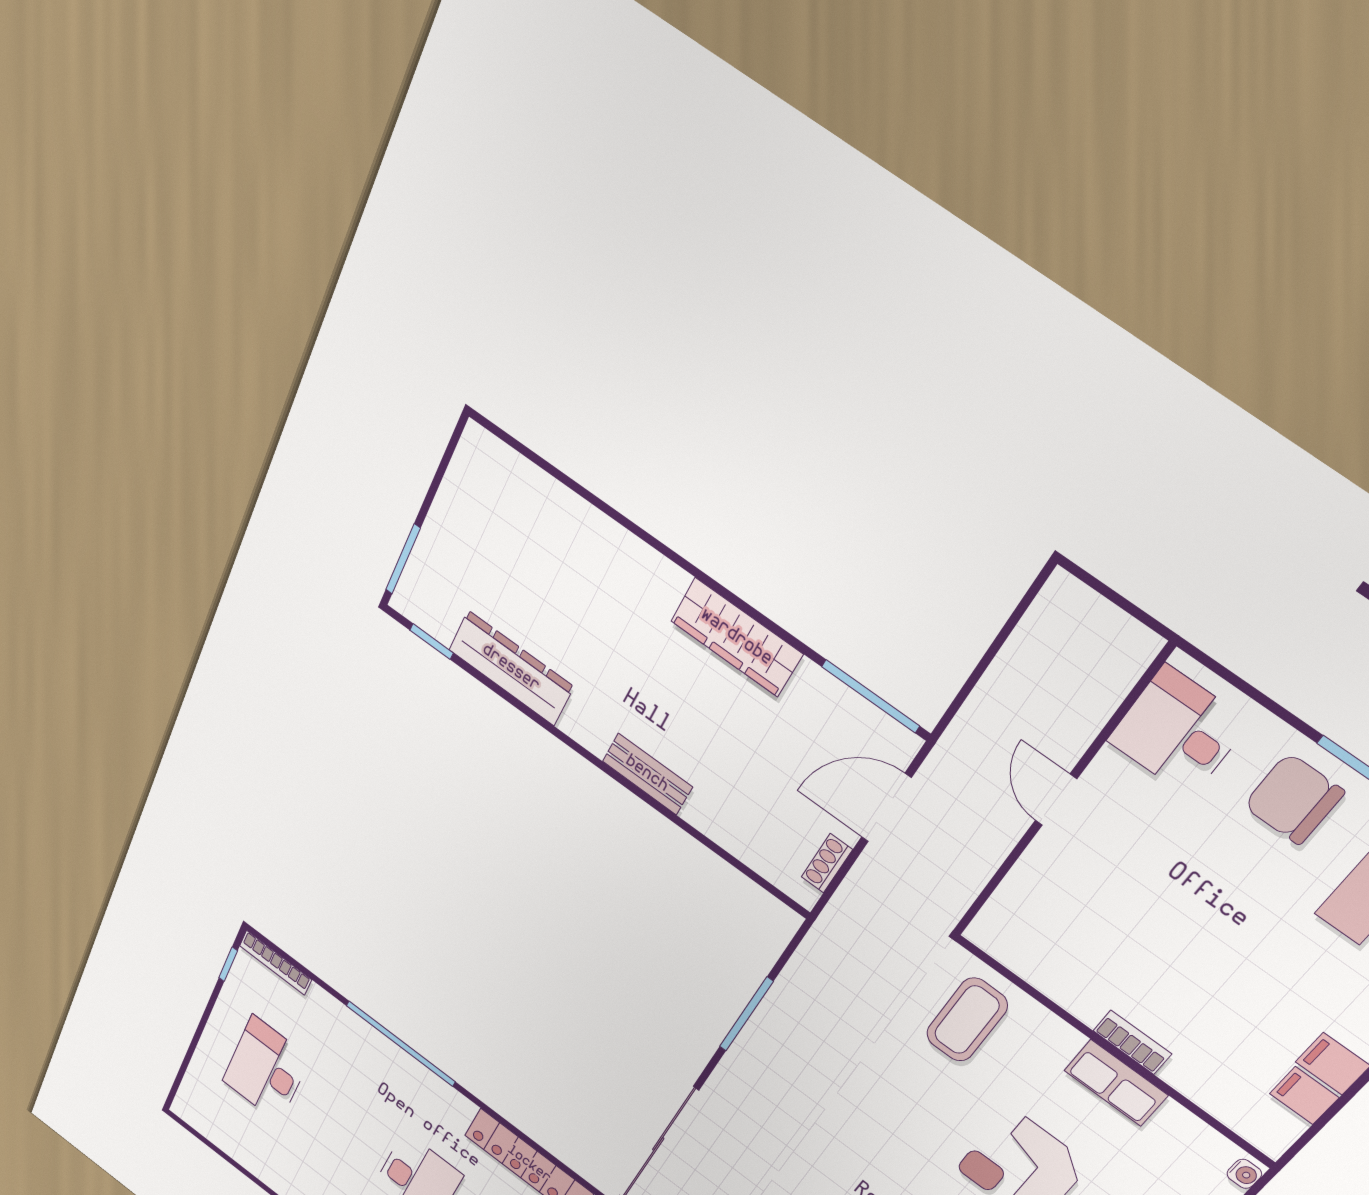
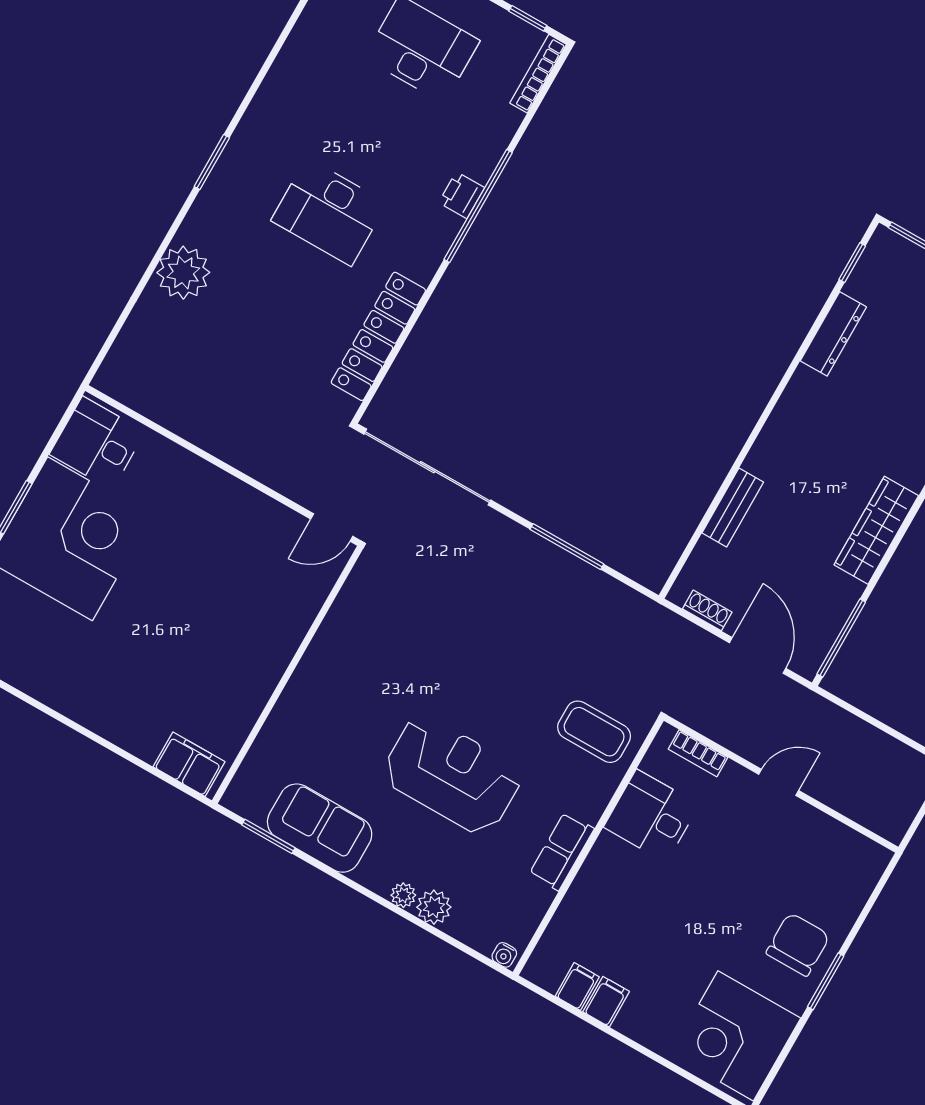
dresser: (511, 668) -> (833, 334), width x0.73, depth x0.80
desk: (1178, 732) -> (651, 816), moved, turned -90
bench: (647, 774) -> (733, 508), moved
bookcase: (1132, 1042) -> (698, 753), moved, turned 90
printer: (392, 1058) -> (462, 195), added

